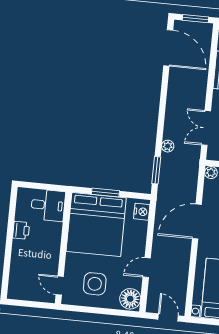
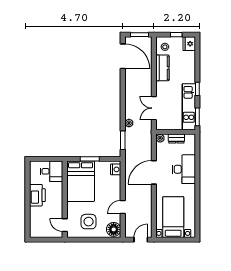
bed: (96, 225) -> (81, 181), width x0.73
printer: (21, 230) -> (37, 195), width x1.87, depth x1.48
door: (168, 317) -> (141, 240), hinge flipped

